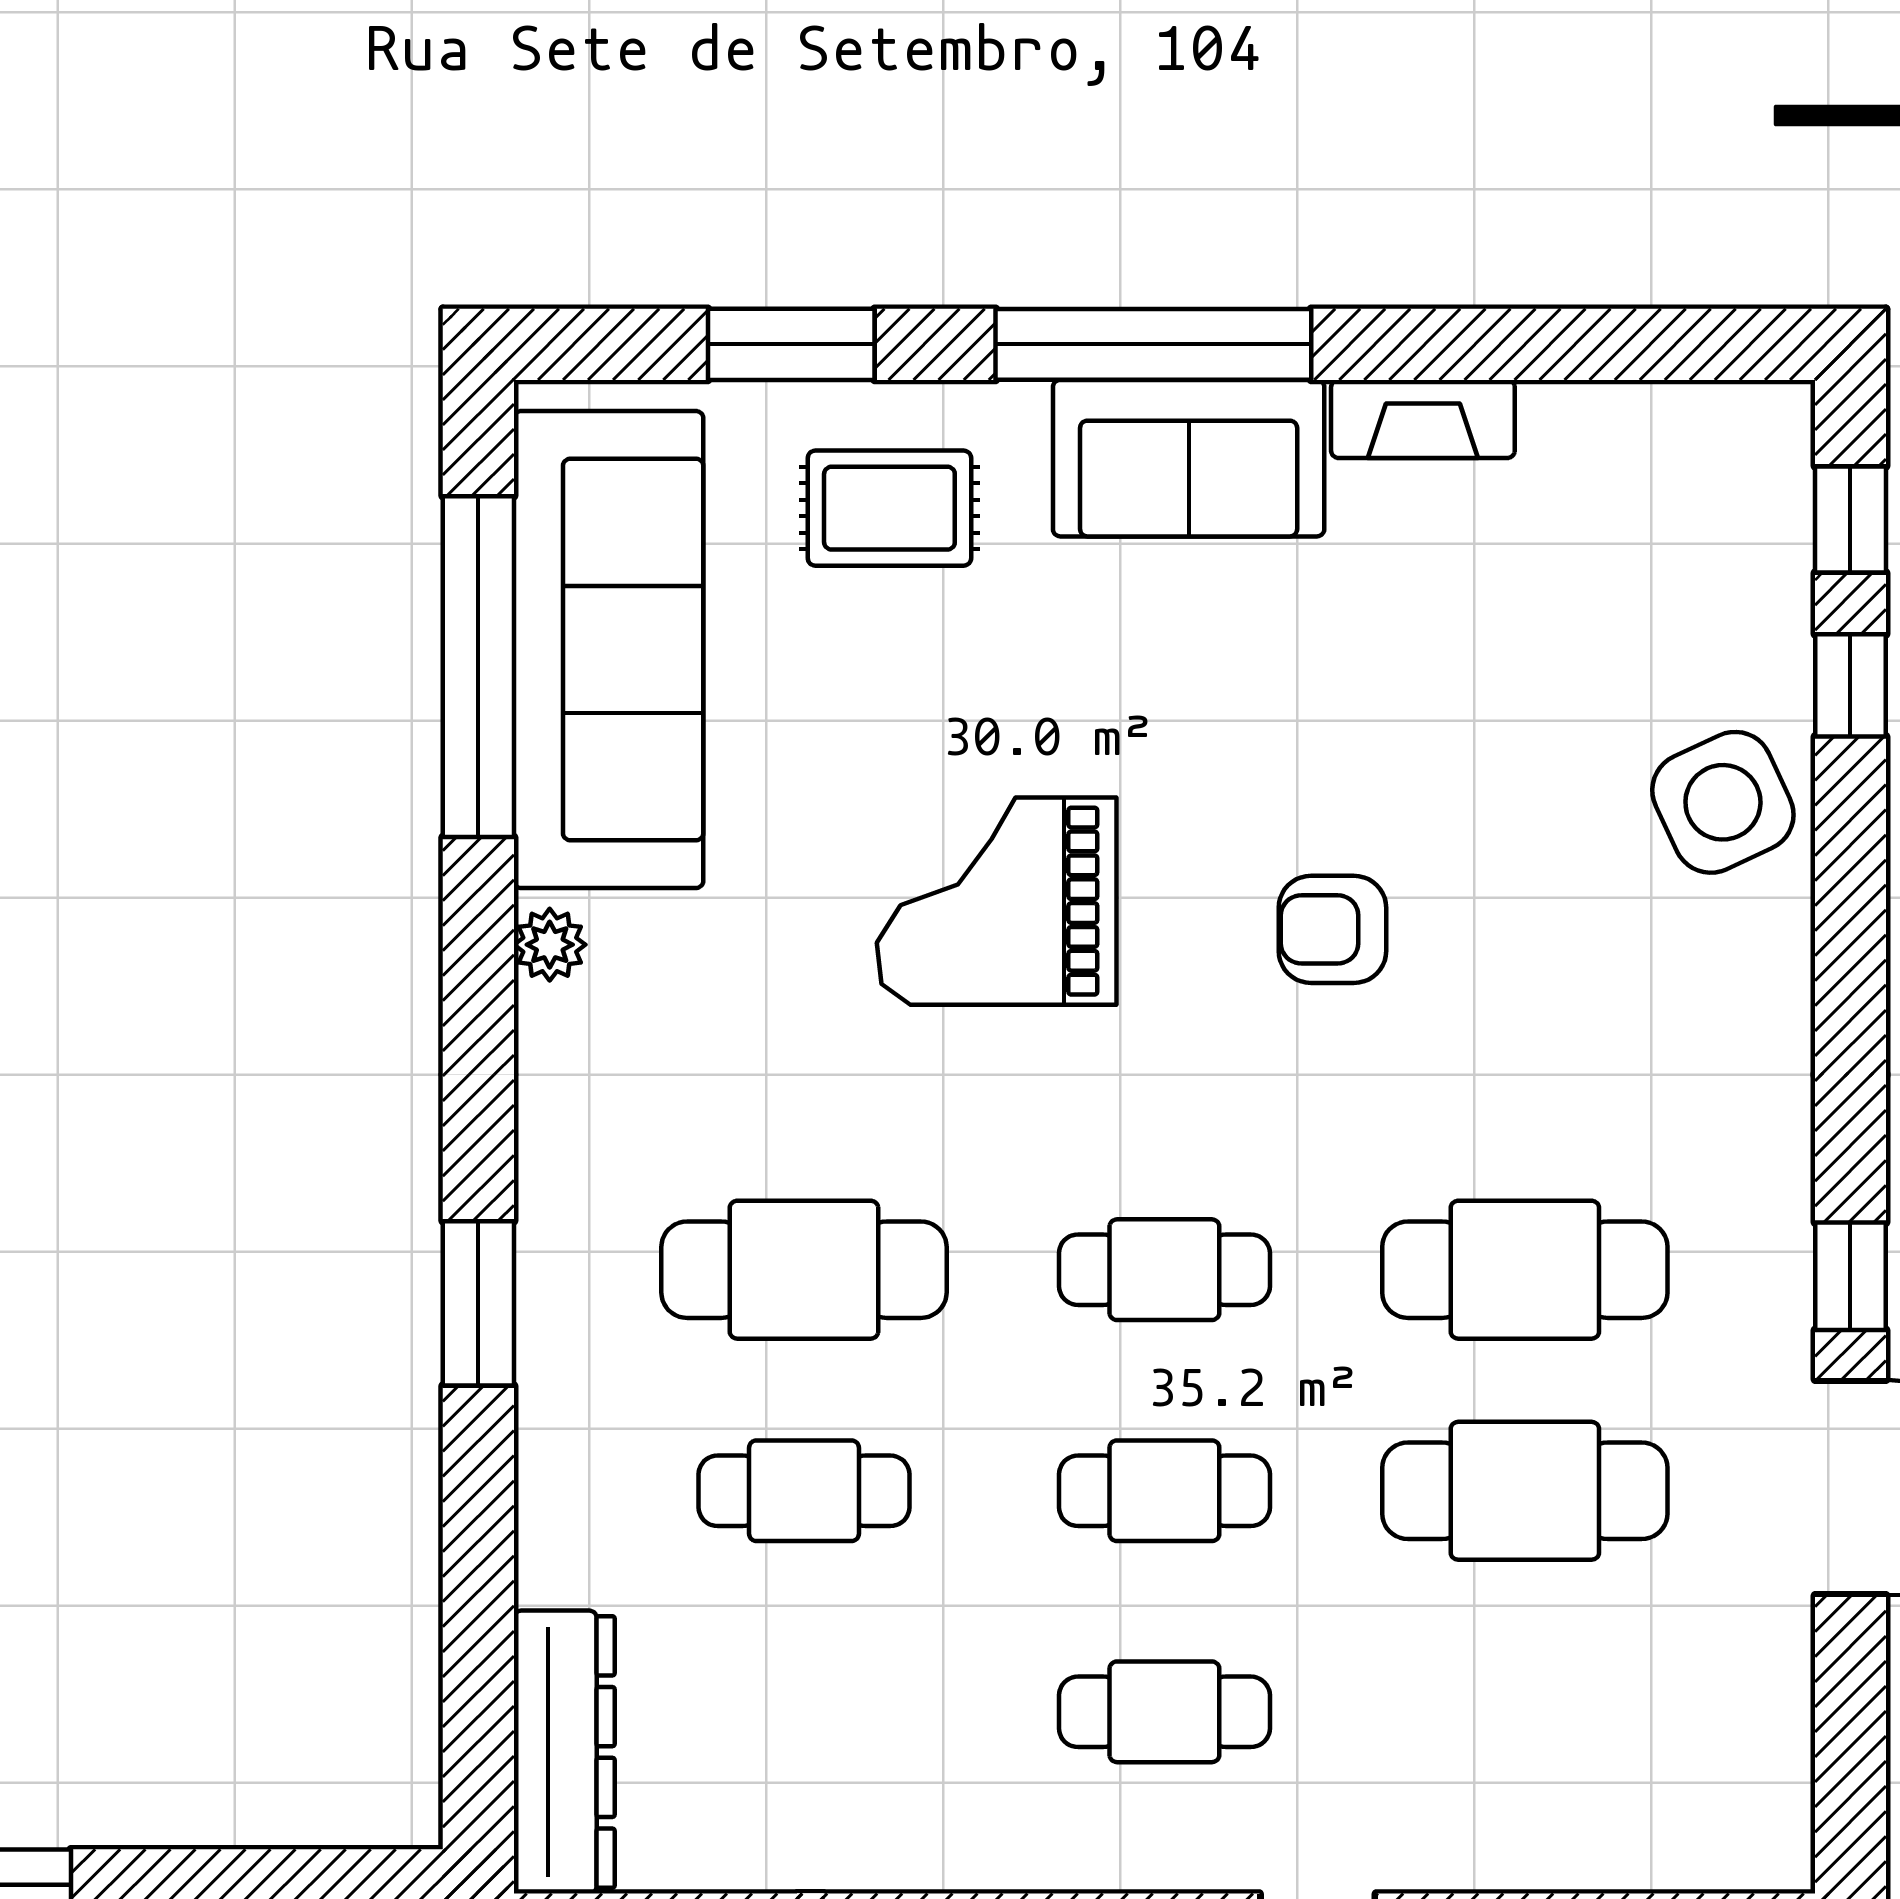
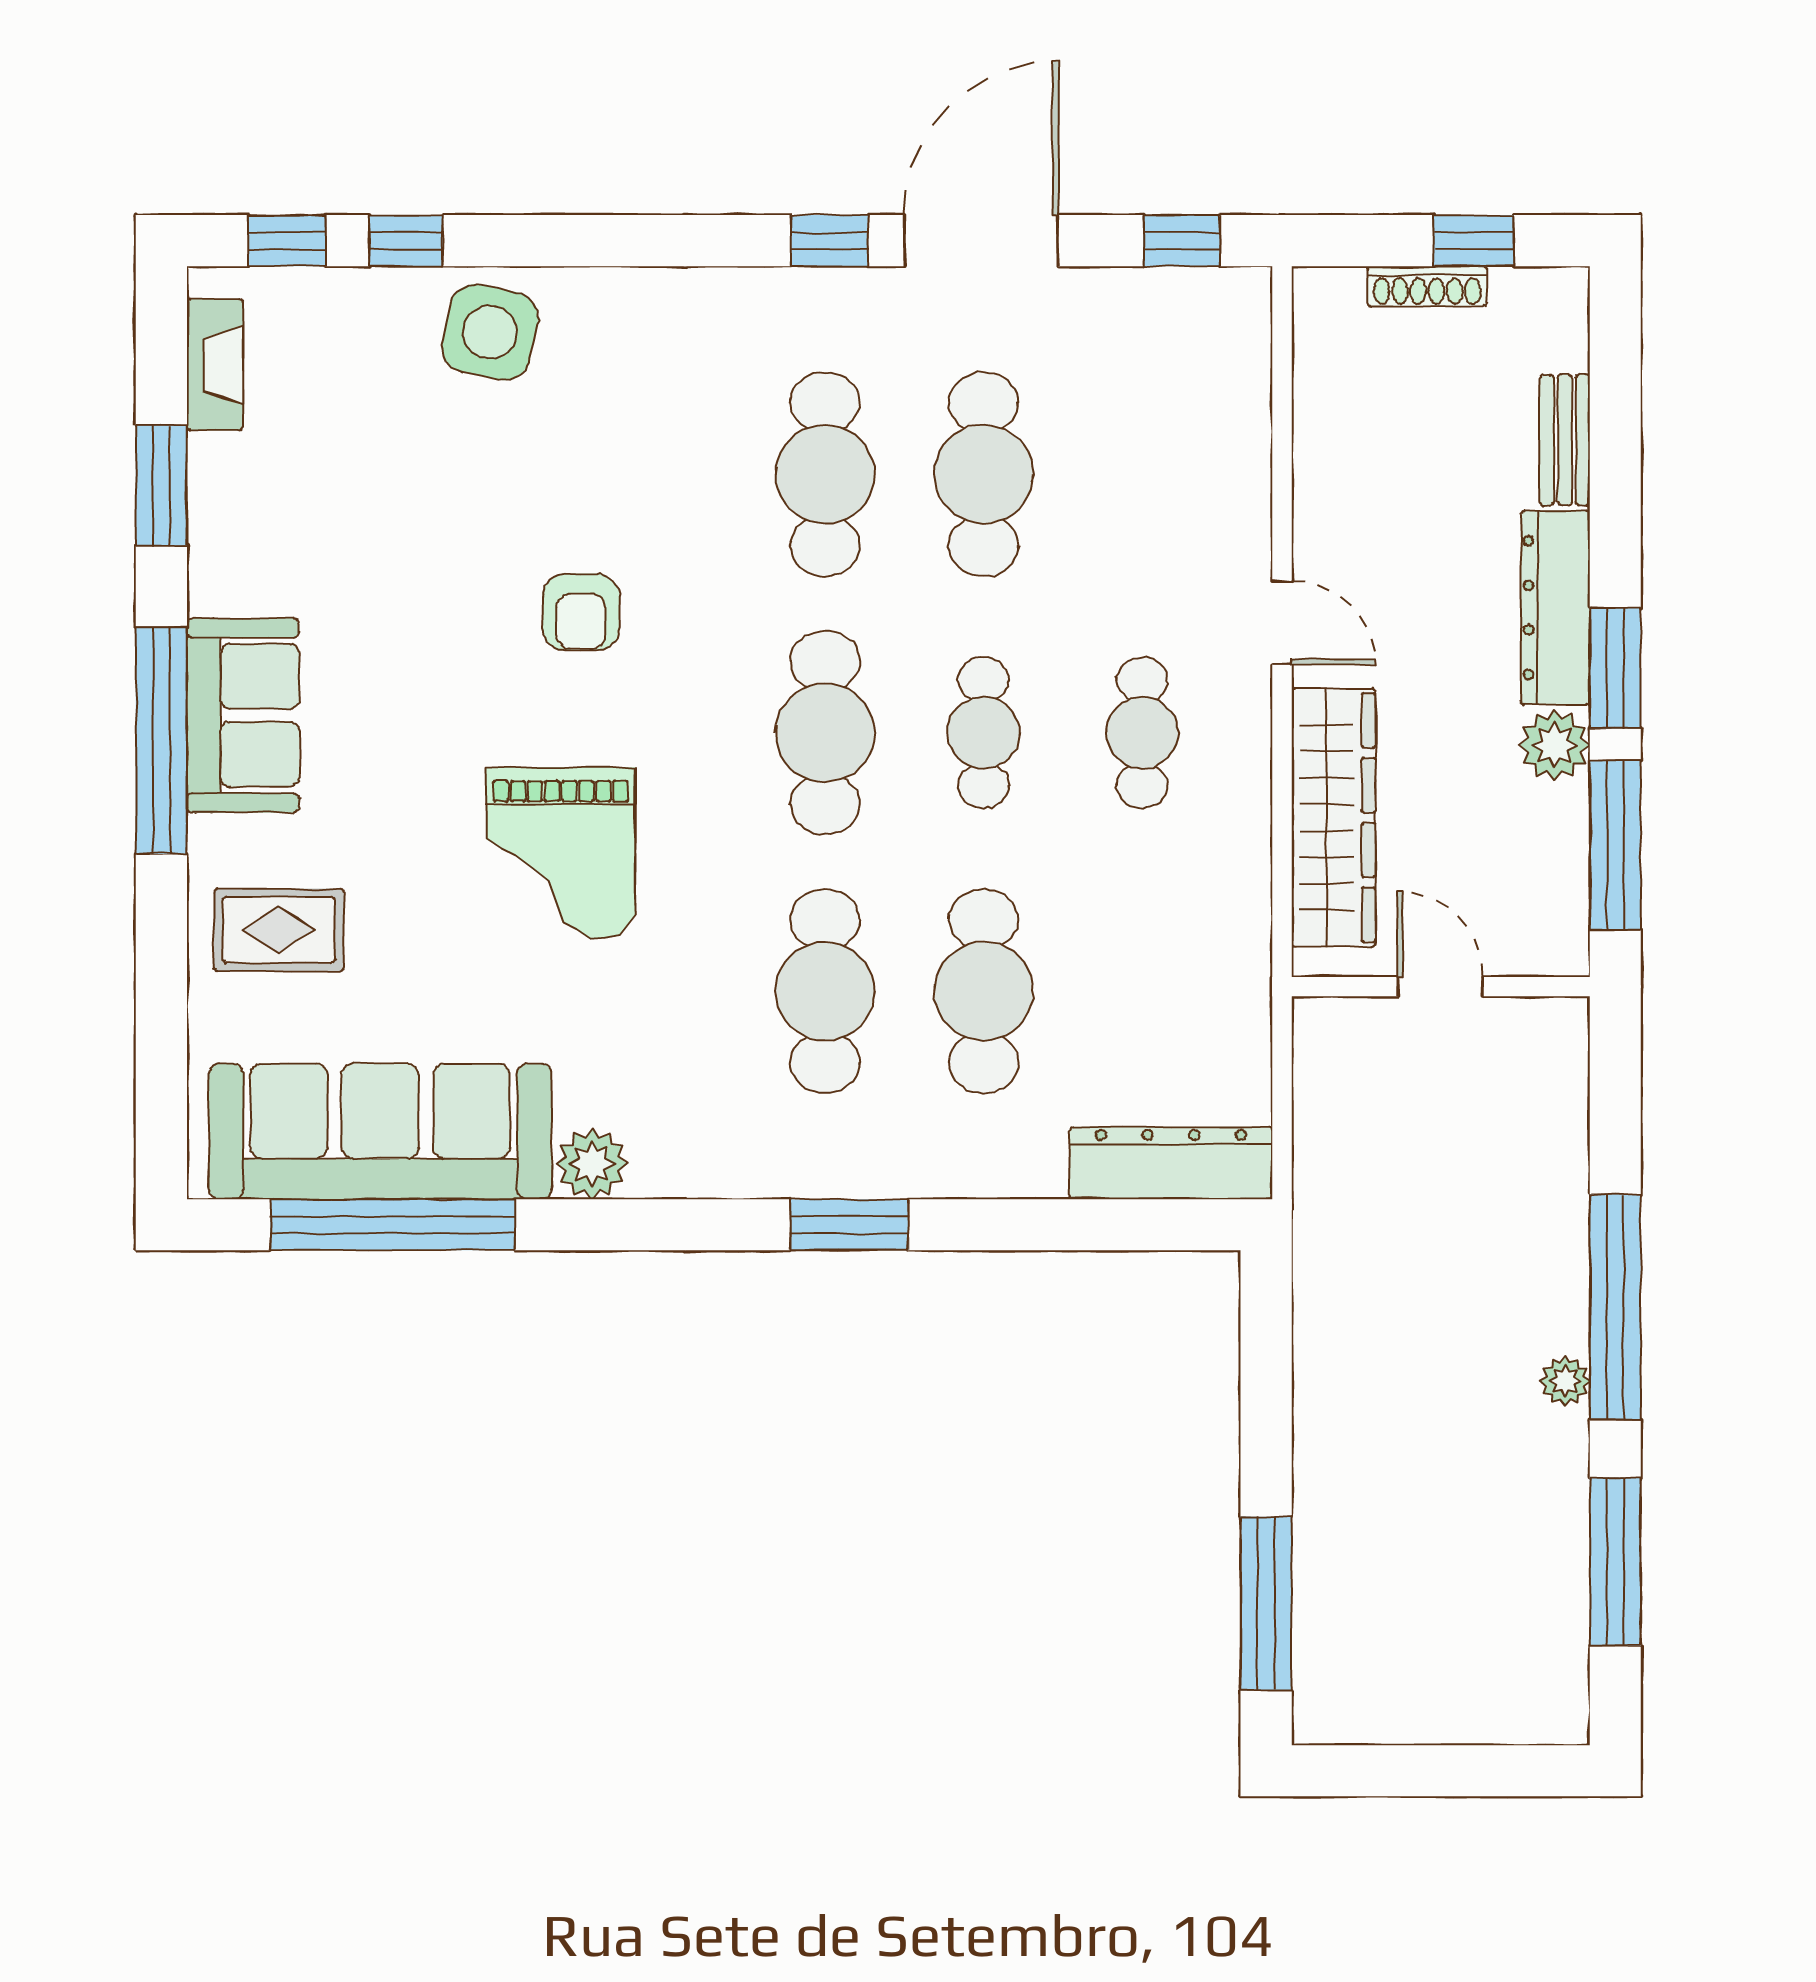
window: (791, 344) -> (161, 486), moved
fireplace: (1423, 419) -> (215, 365), moved
rug: (889, 508) -> (279, 930), turned 90
side table: (1723, 802) -> (490, 332), turned 37
plant: (550, 945) -> (592, 1164), width x1.38, depth x1.38
cafe table: (1164, 1270) -> (825, 733), width x1.37, depth x1.35
cafe table: (804, 1491) -> (984, 991), width x1.37, depth x1.35
window: (1850, 1767) -> (1182, 241), added

